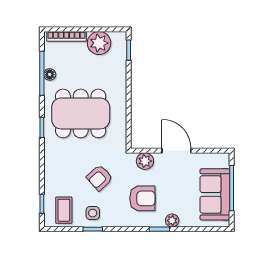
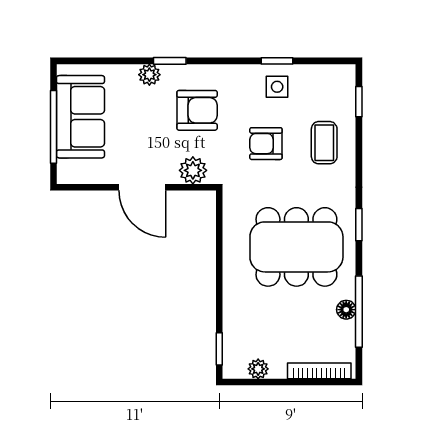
plant: (99, 43) -> (258, 369), width x0.53, depth x0.53
armchair: (100, 178) -> (266, 144), turned -138
armchair: (142, 198) -> (197, 110), turned 180
coffee table: (64, 210) -> (324, 143), moved

